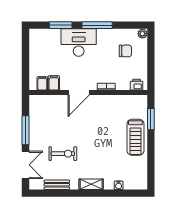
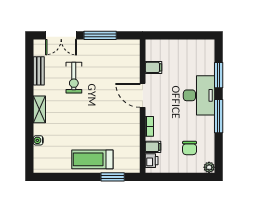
filing cabinet: (42, 83) -> (153, 147), moved

